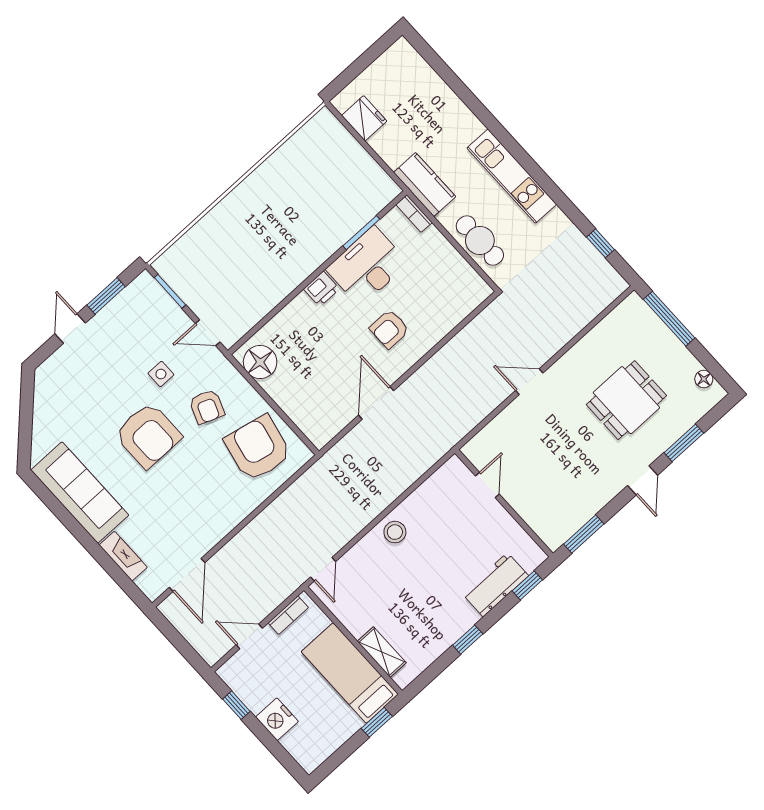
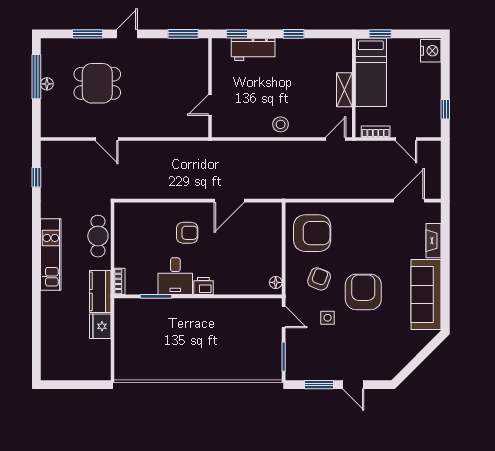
fridge: (364, 118) -> (100, 326), moved
desk: (367, 266) -> (175, 276), width x0.73
window: (669, 319) -> (36, 77), moved
door: (70, 328) -> (353, 385), hinge flipped
floor lamp: (260, 362) -> (276, 282), width x0.53, depth x0.53
floor lamp: (704, 379) -> (47, 84), moved
door: (529, 382) -> (107, 139), moved
armchair: (258, 448) -> (312, 233), turned -102
shelving: (382, 652) -> (344, 90), moved
nightstand: (277, 719) -> (431, 51), moved

